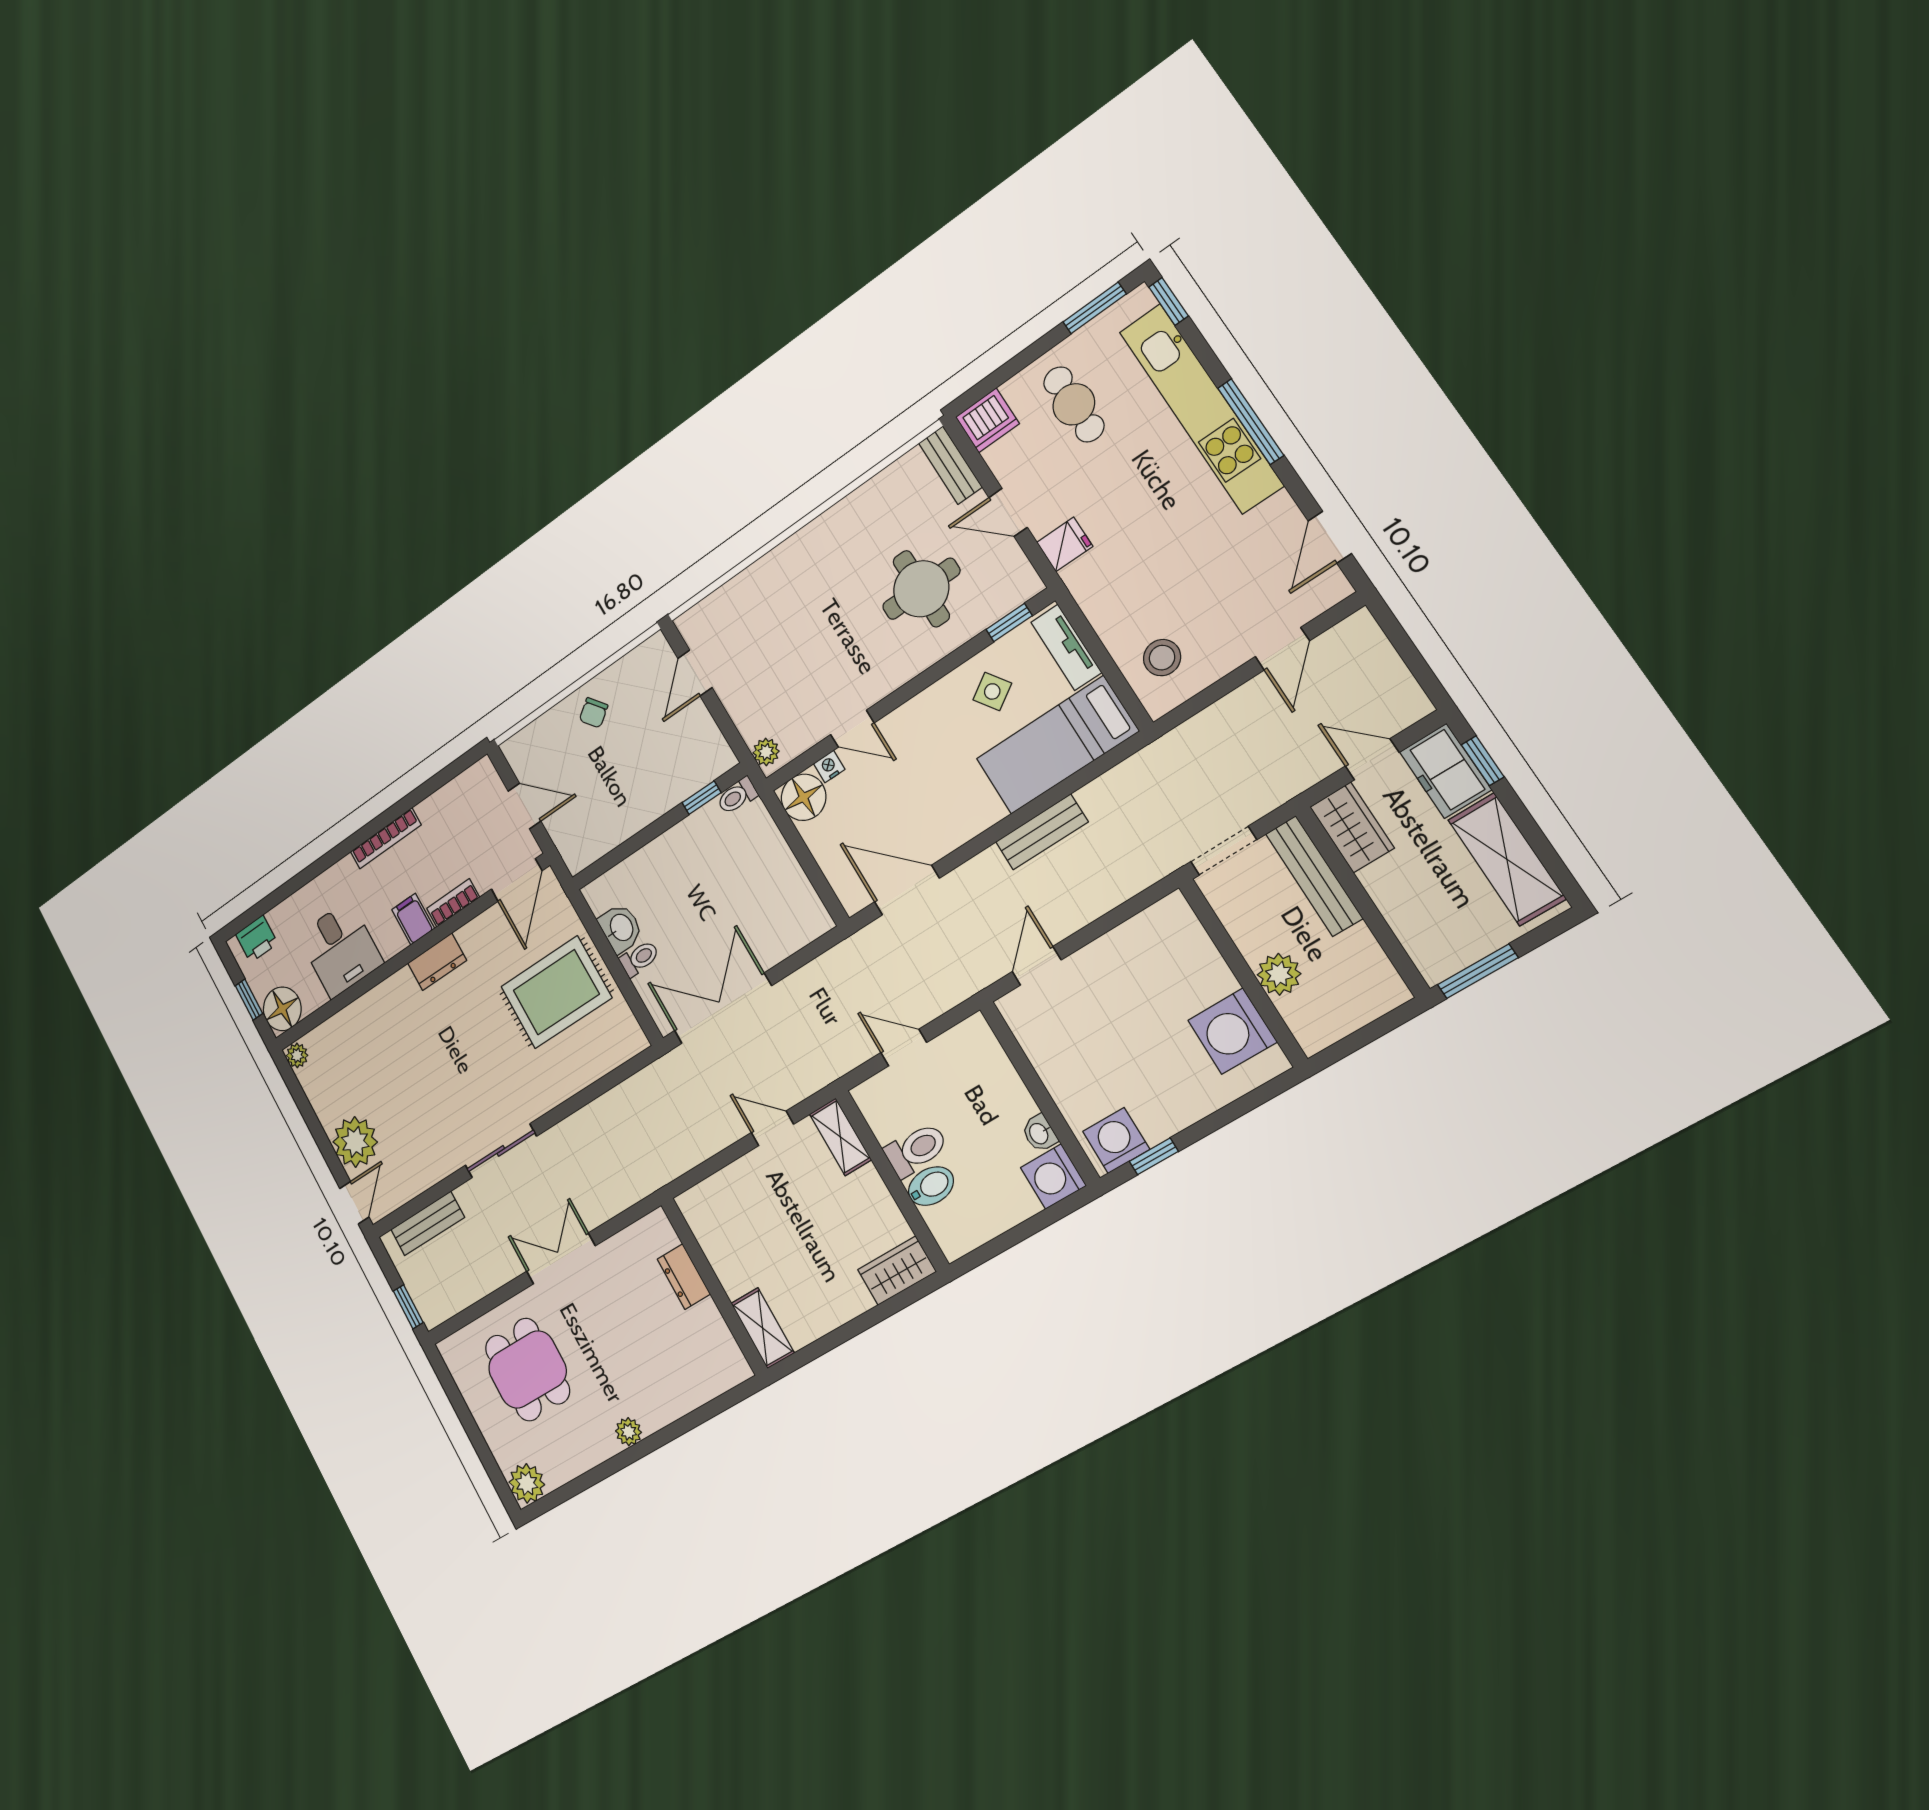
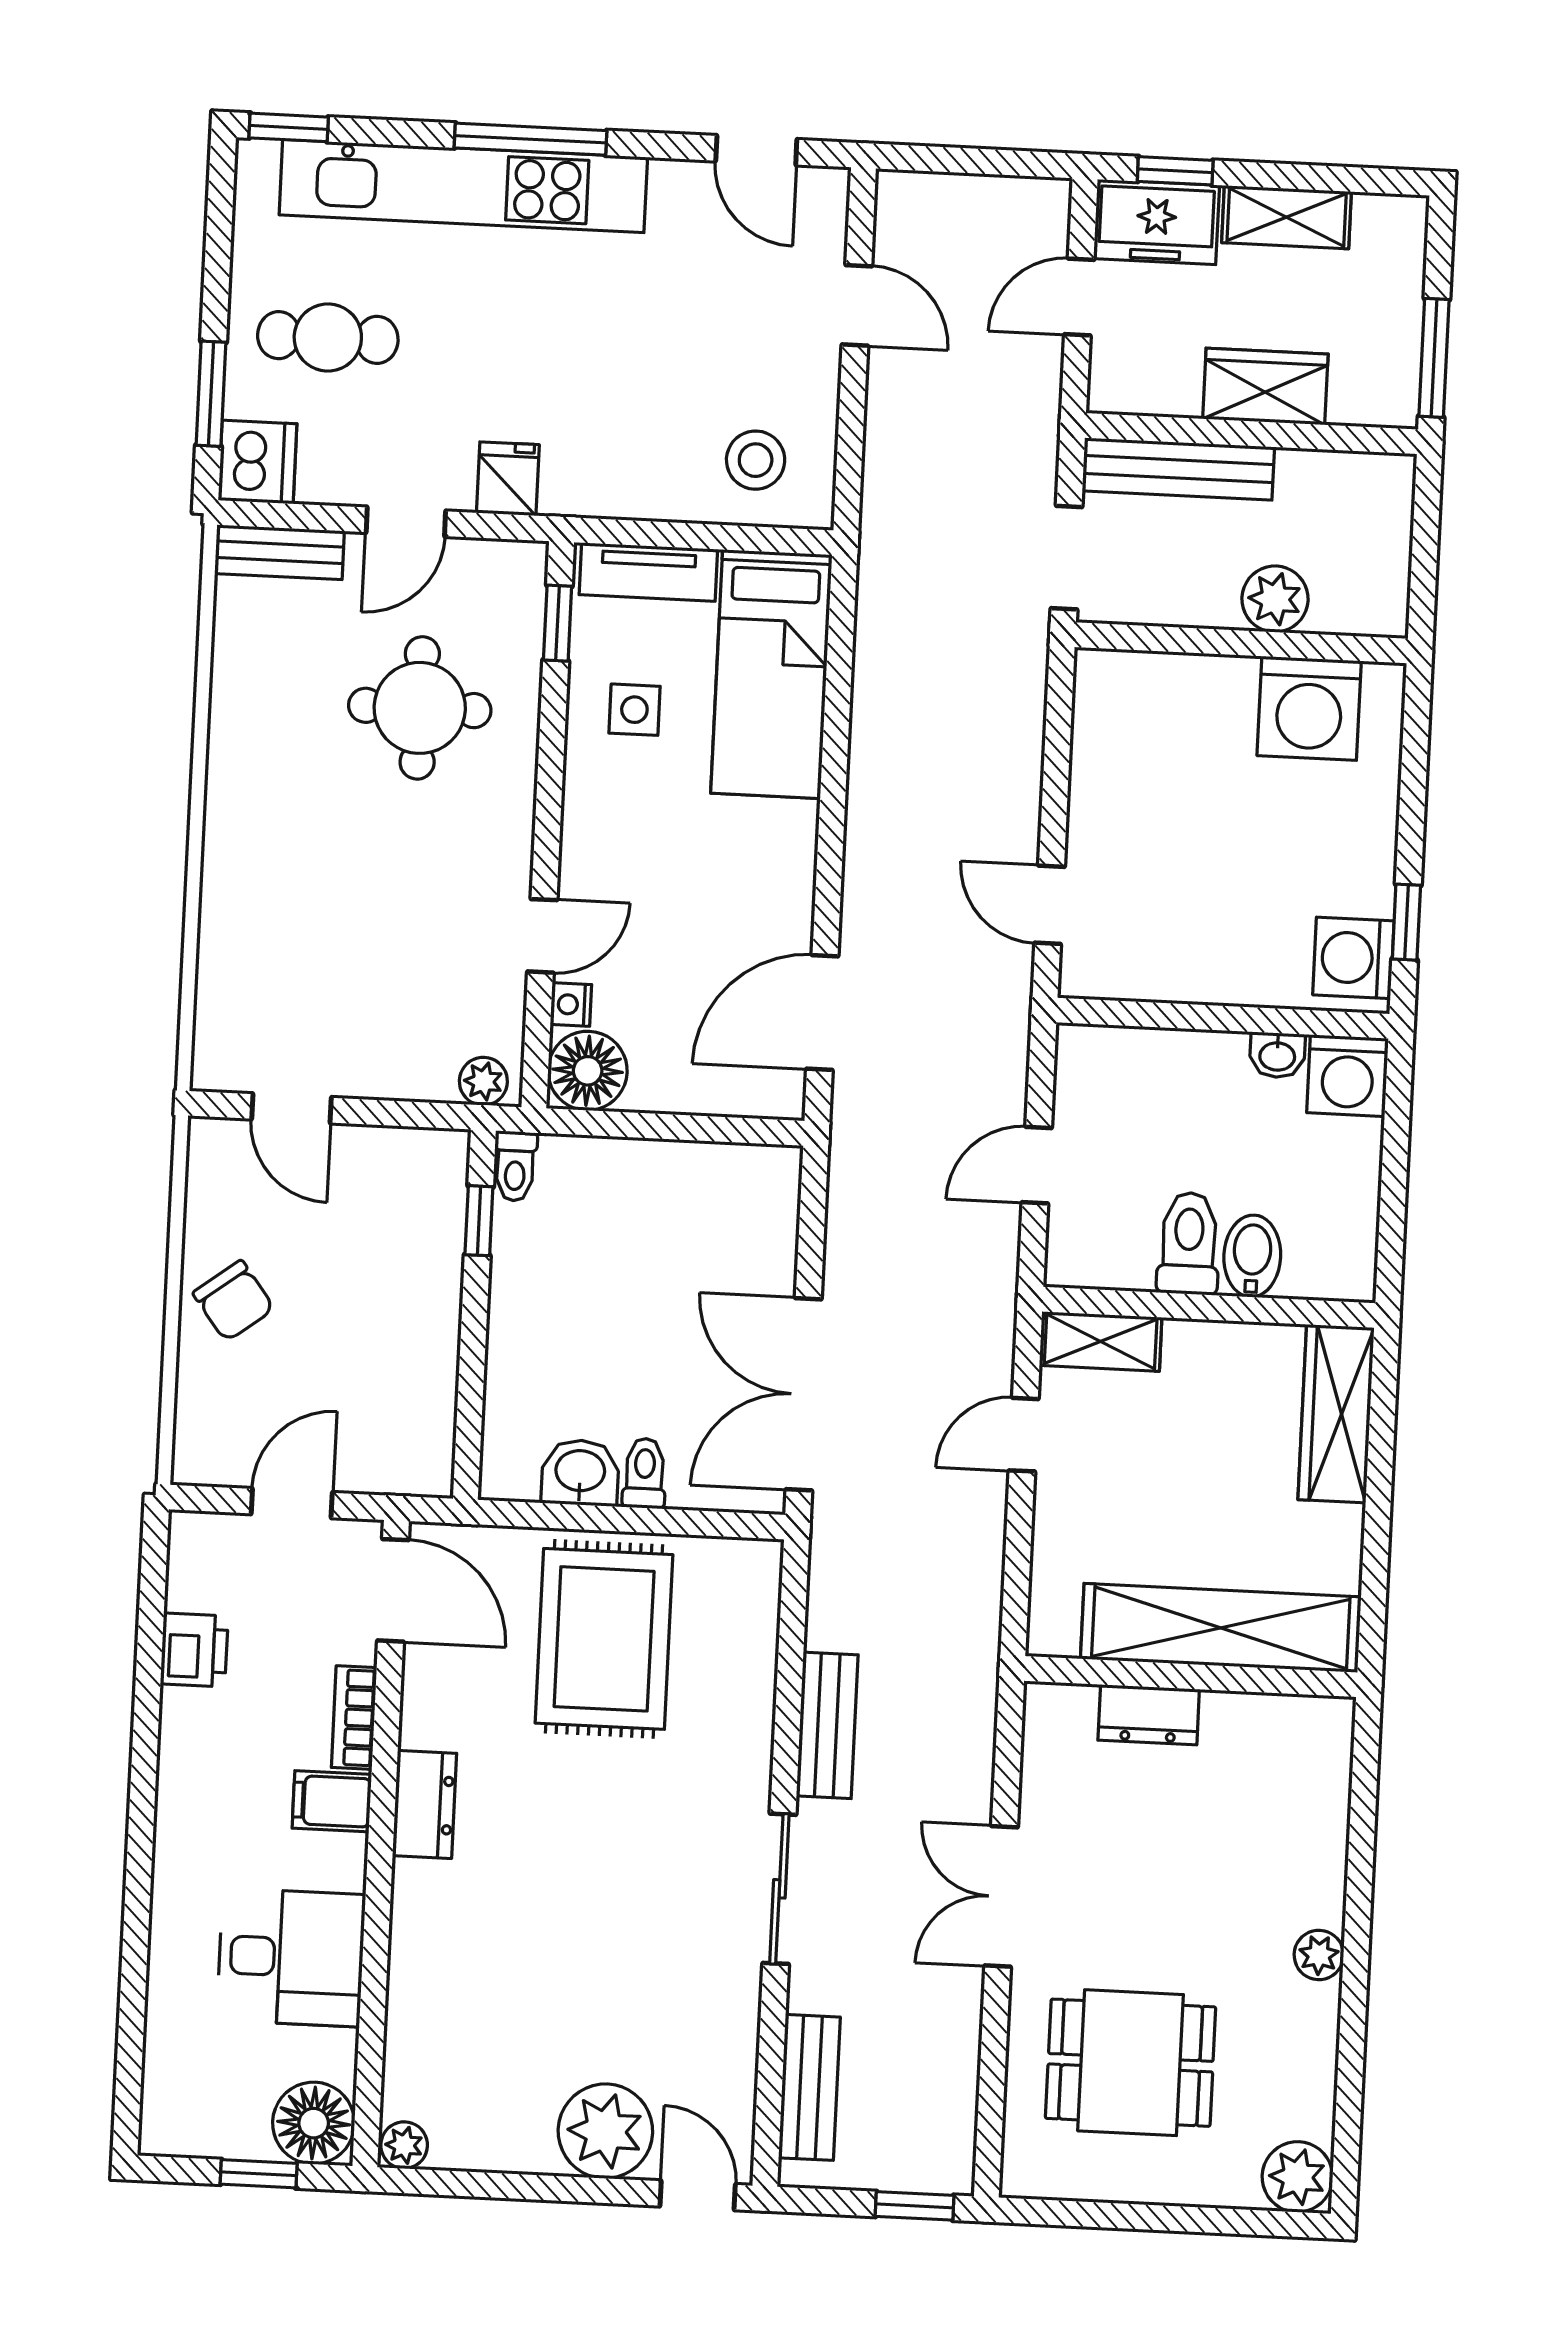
window: (1095, 308) -> (211, 394), moved
side table: (992, 691) -> (634, 710), turned 34
chair: (594, 713) -> (234, 1301), width x1.37, depth x1.37
wardrobe: (1352, 827) -> (1265, 386), moved
bench: (1042, 832) -> (827, 1725), moved
bookcase: (386, 838) -> (176, 1765), removed
shelving: (1507, 859) -> (1287, 217), width x0.67, depth x0.75
printer: (257, 939) -> (194, 1650), moved
wardrobe: (897, 1271) -> (1336, 1414), width x1.50
shelving: (763, 1328) -> (1221, 1628), width x2.20, depth x1.33

